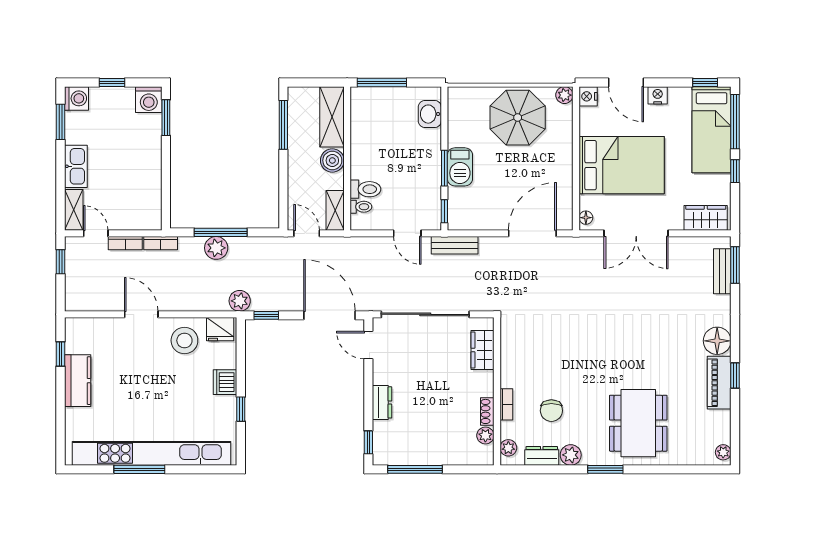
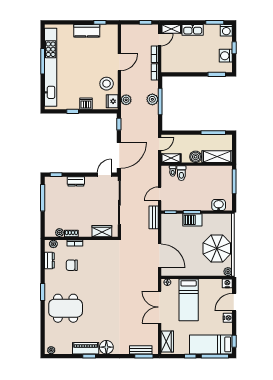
washing machine: (149, 100) -> (226, 56), moved
bed: (622, 165) -> (189, 300), width x0.67
plant: (240, 301) -> (126, 100), moved
plant: (571, 455) -> (50, 275), removed

